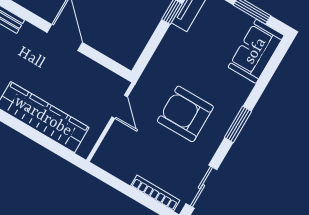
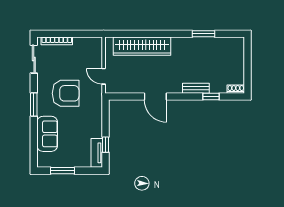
sofa: (256, 51) -> (47, 134), moved

